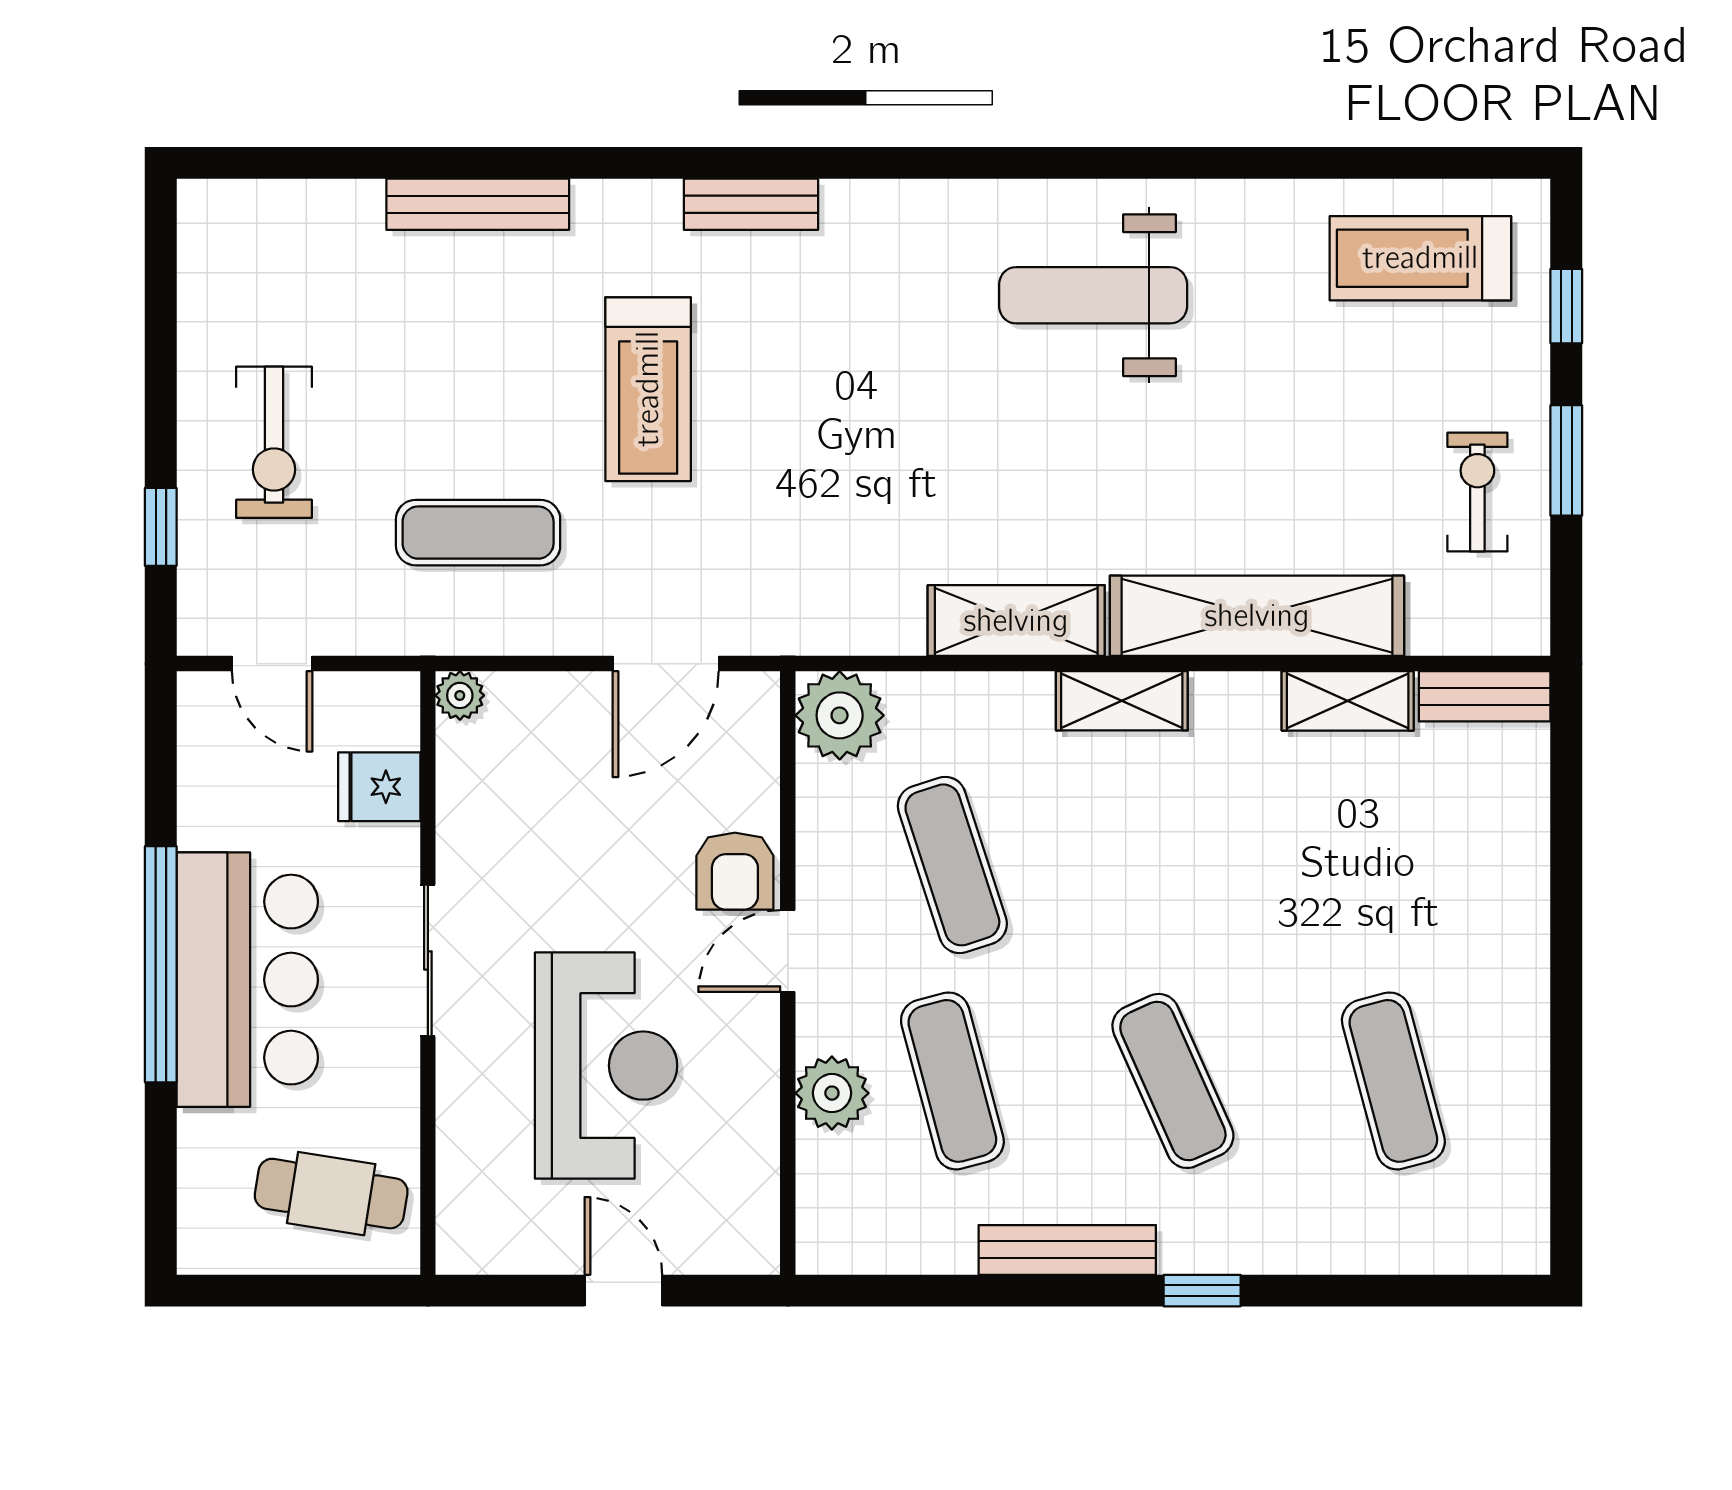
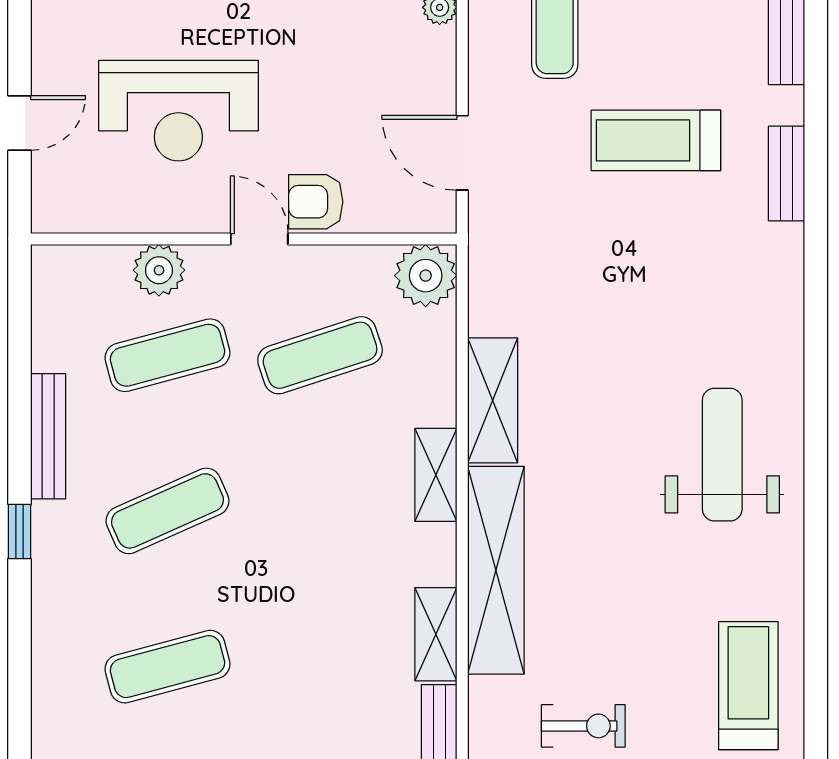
bench: (751, 204) -> (786, 173), moved

